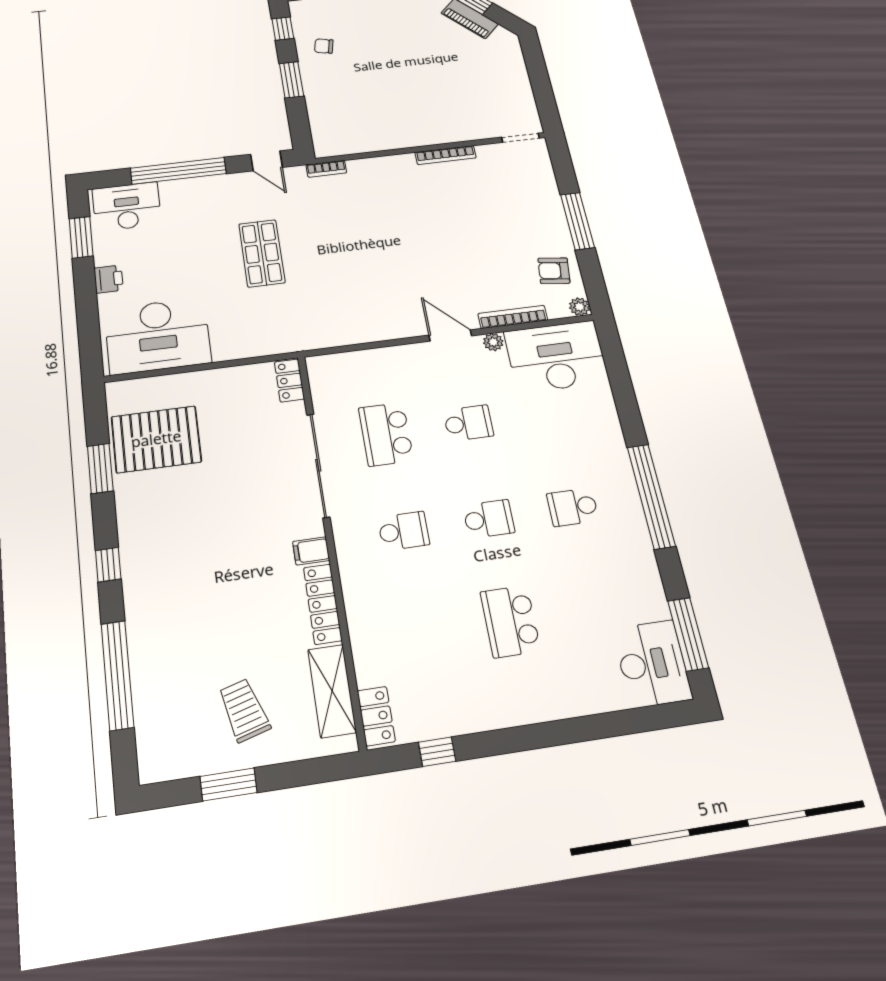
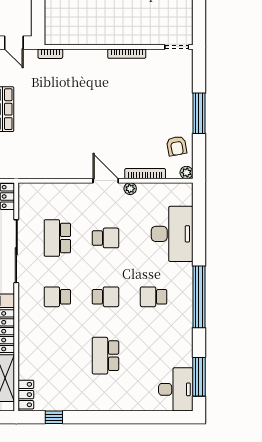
armchair: (554, 271) -> (177, 146), turned -107
desk: (556, 357) -> (172, 234), moved, turned 90
school desk: (404, 531) -> (57, 297), turned 180

